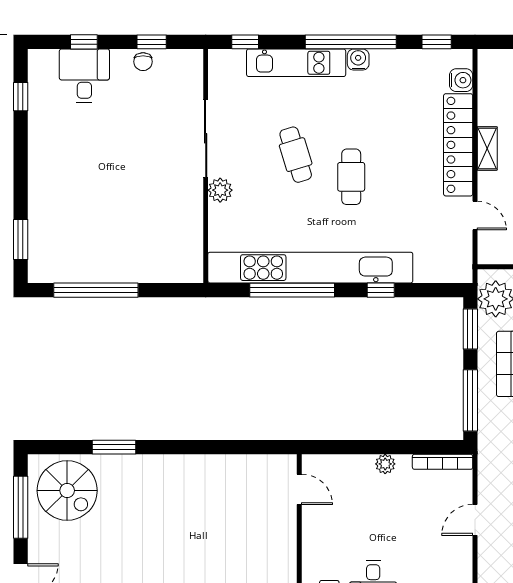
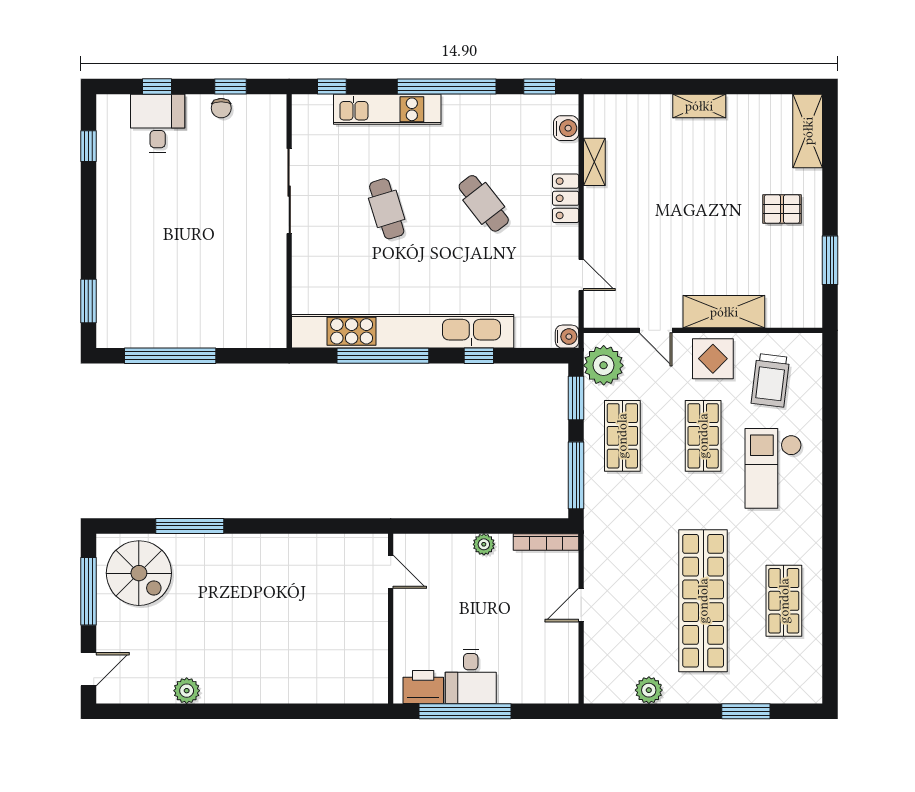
water cooler: (358, 60) -> (567, 337), moved, turned 90
locker: (458, 145) -> (566, 198), width x0.46, depth x0.83
shelving: (487, 148) -> (594, 162), moved
cafe table: (351, 177) -> (484, 203), moved, turned -38
plant: (220, 190) -> (305, 247), removed
window: (114, 447) -> (190, 526), width x1.44

